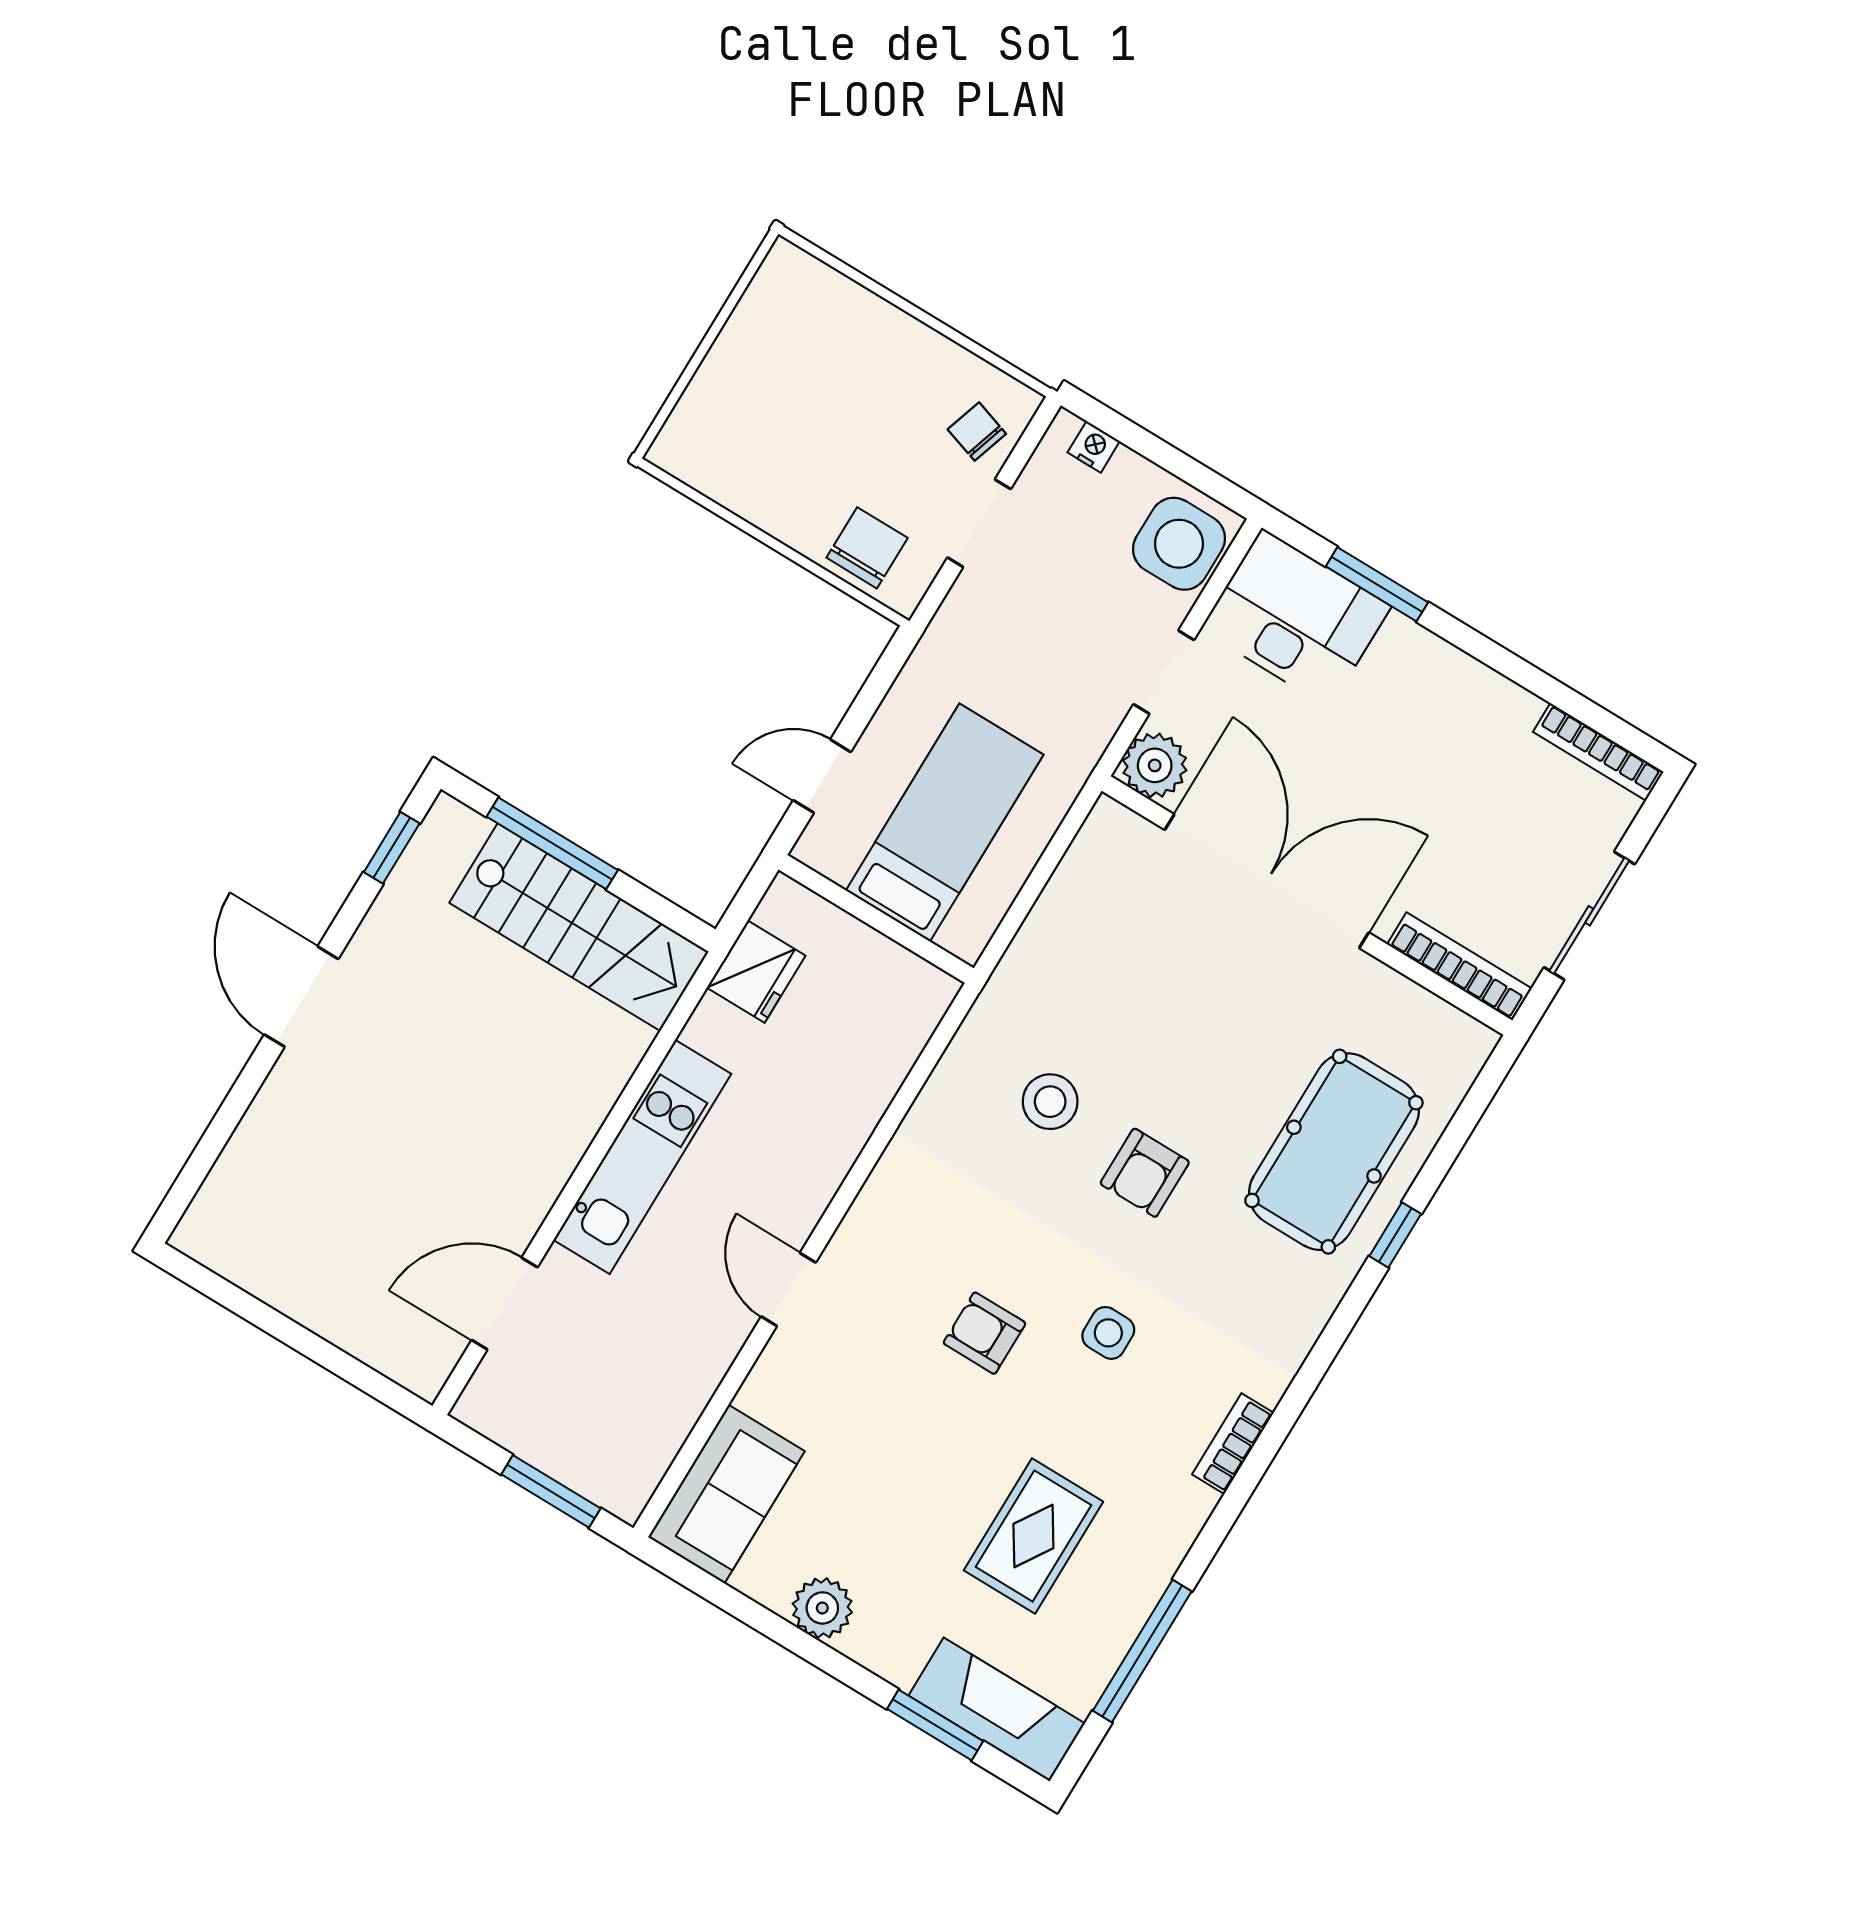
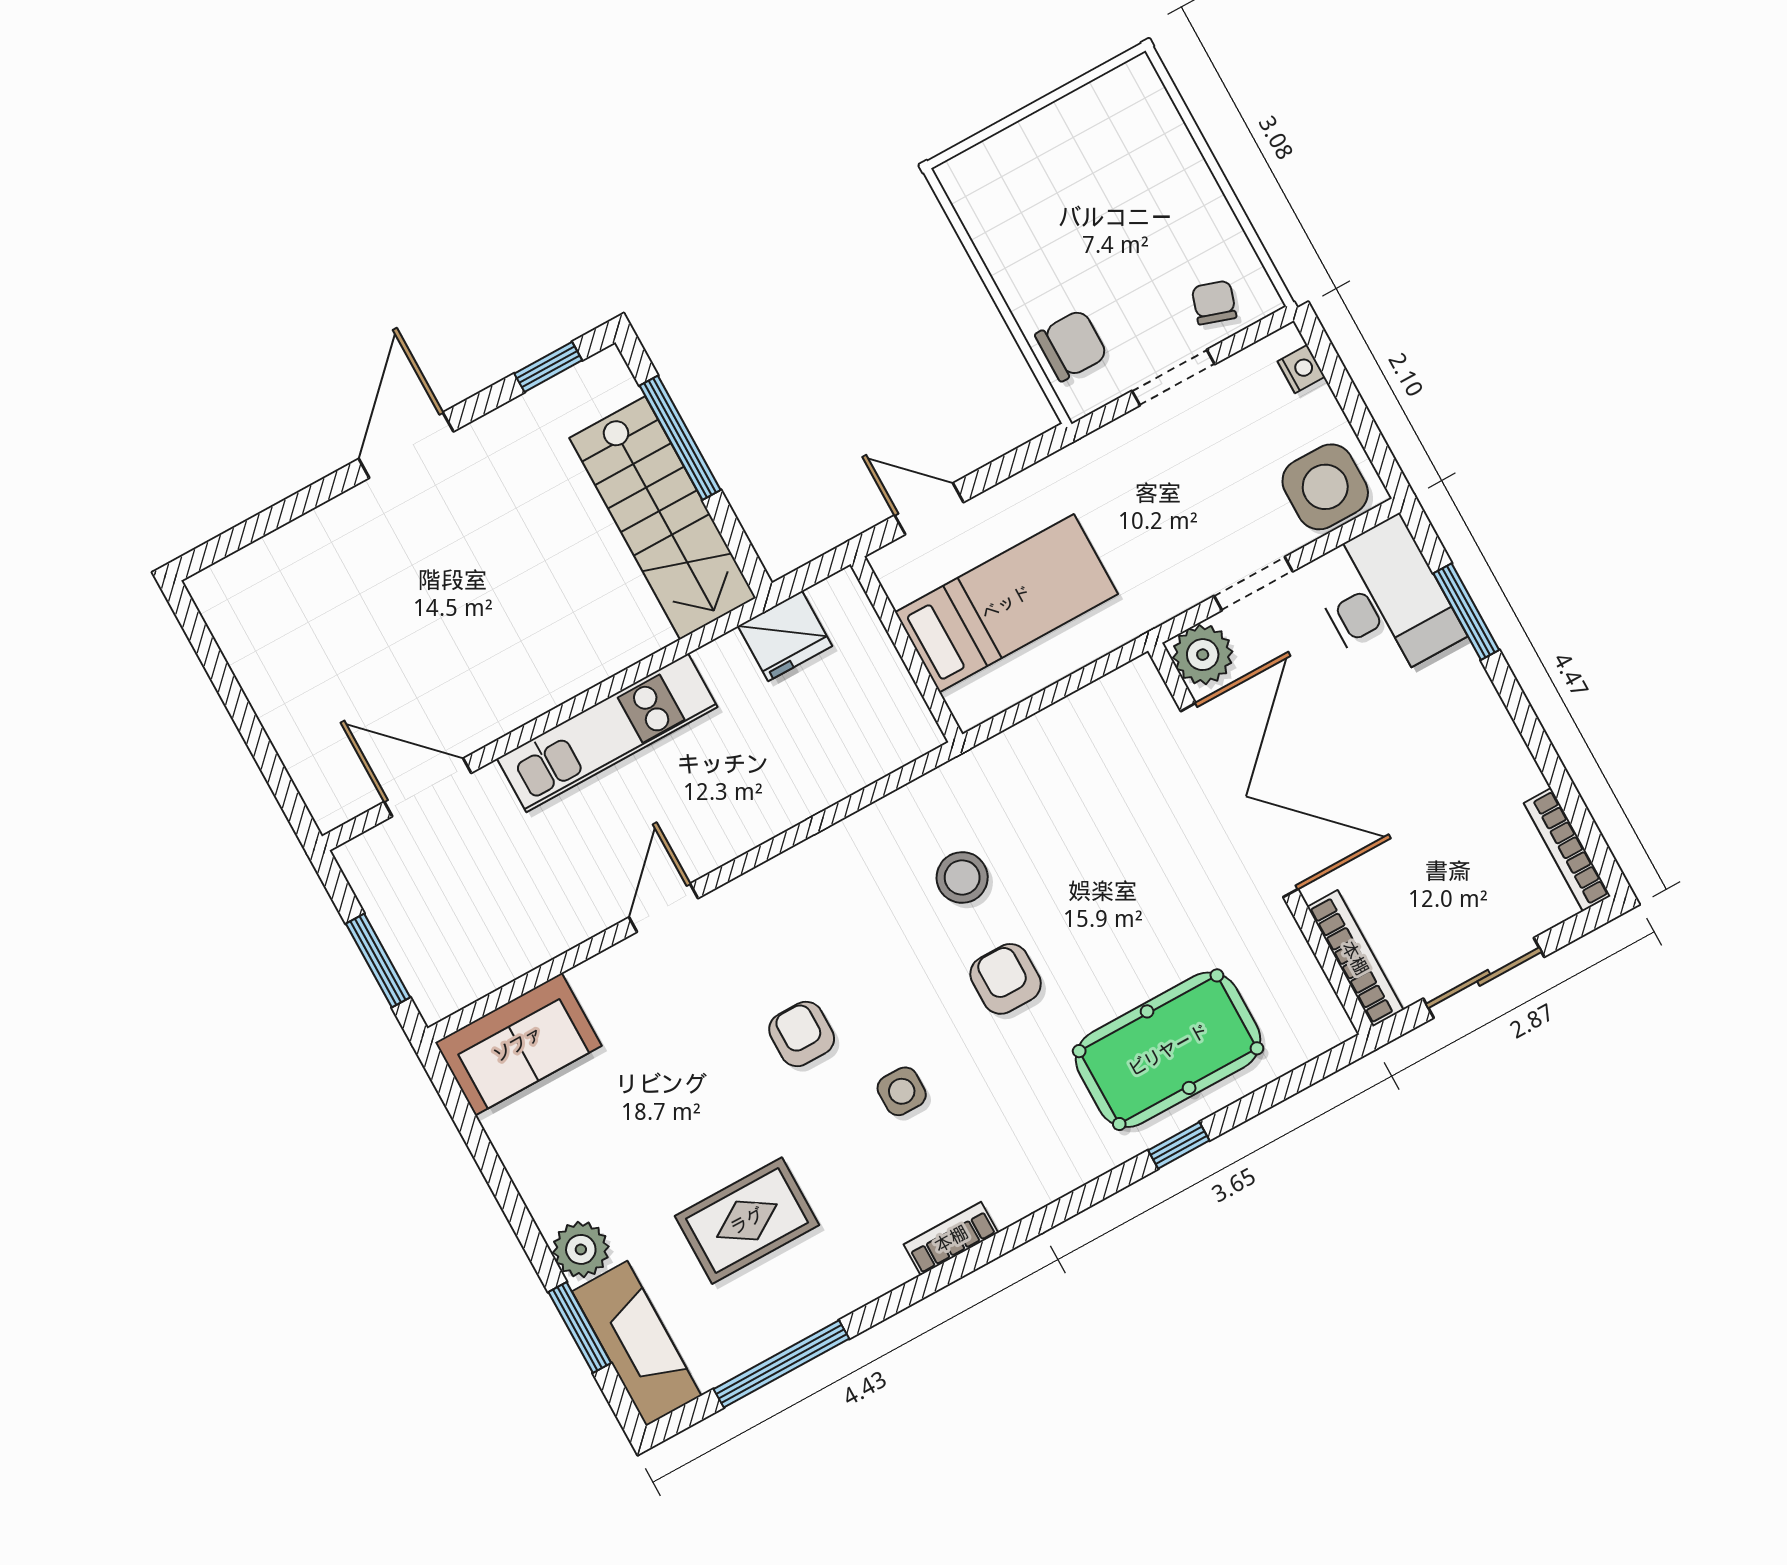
armchair: (1145, 1173) -> (1006, 979), turned 90
plant: (822, 1608) -> (581, 1249), moved

